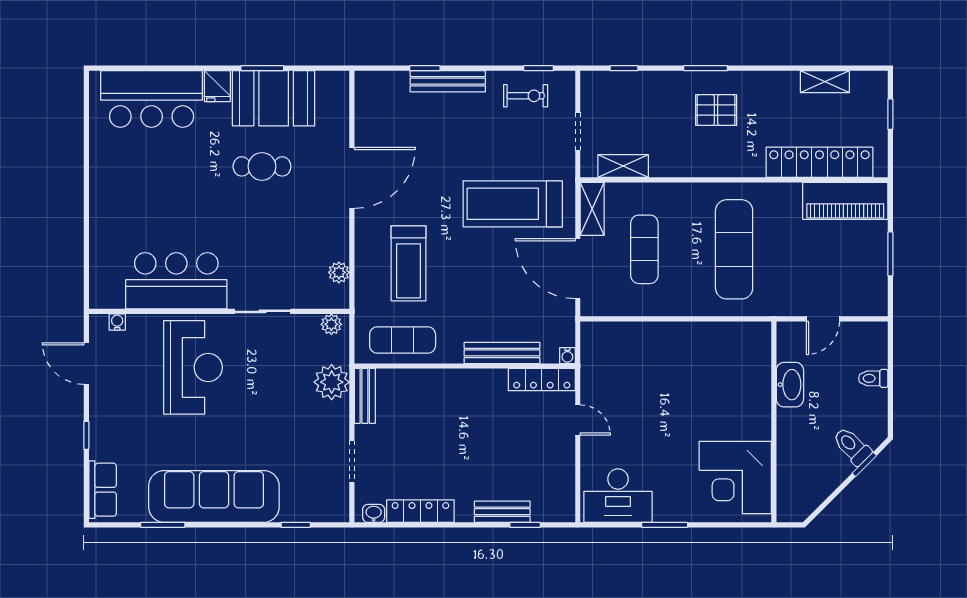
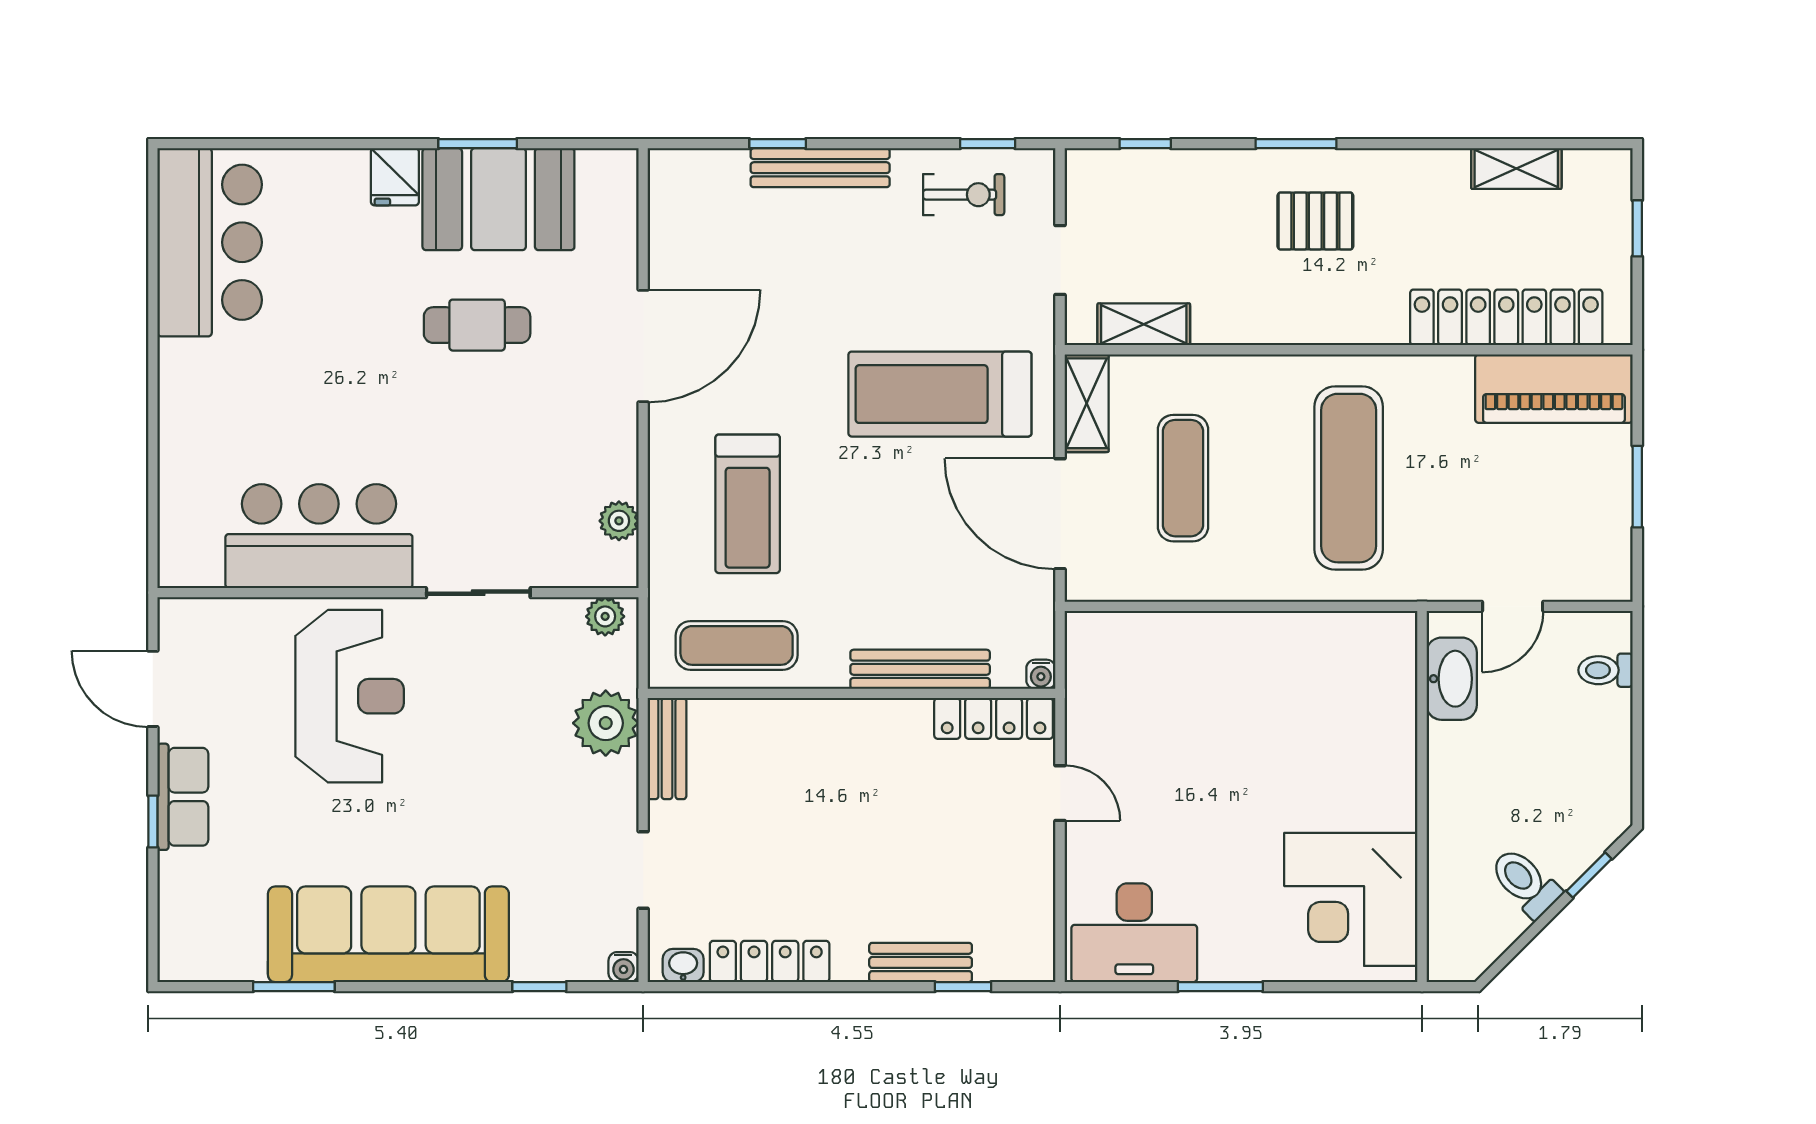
bar counter: (152, 99) -> (210, 242), moved, turned -90
water cooler: (117, 322) -> (623, 967), moved, turned 180
toilet: (873, 378) -> (1606, 670), moved
washbasin: (790, 385) -> (1452, 679), moved
toilet: (852, 446) -> (1525, 882), moved
row of seats: (103, 490) -> (183, 797), moved

